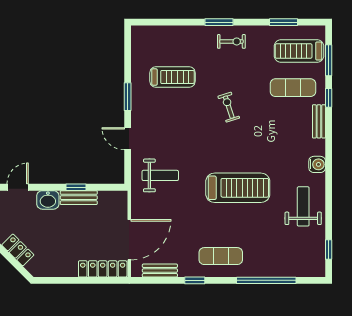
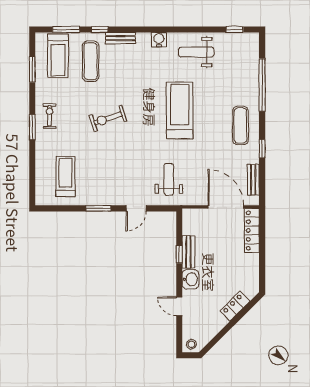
treadmill: (172, 77) -> (66, 177), moved
exercise bike: (229, 107) -> (108, 118), width x1.38, depth x1.39

